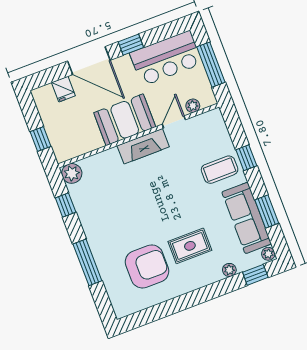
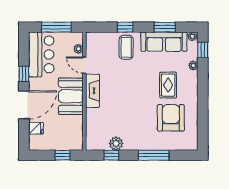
plant: (72, 173) -> (116, 143), moved

